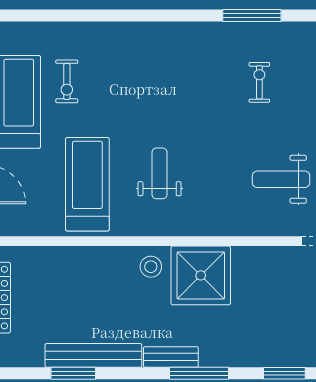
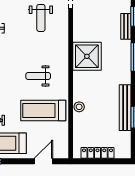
stool: (151, 267) -> (79, 107), moved
bench: (171, 357) -> (126, 26), moved

